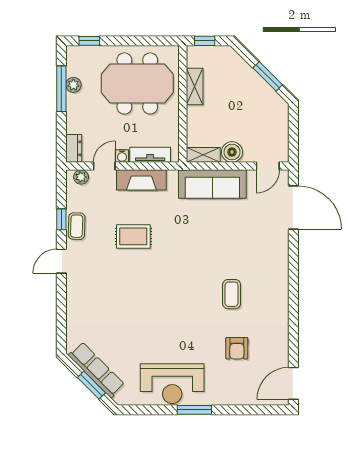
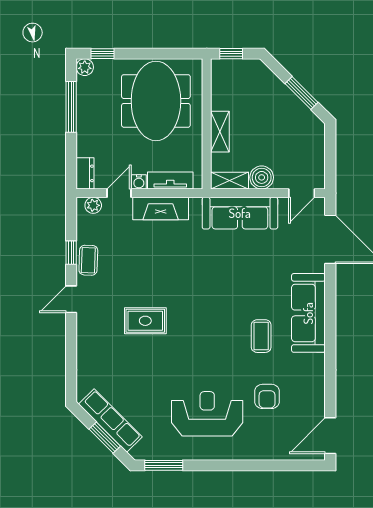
meeting table: (137, 83) -> (156, 101), turned 90
plant: (73, 85) -> (85, 67), moved
shelving: (195, 86) -> (220, 132), moved
rug: (133, 236) -> (145, 321), moved
sofa: (274, 273) -> (308, 313), added
reception desk: (172, 384) -> (207, 414), moved, turned 180
window: (194, 410) -> (164, 465), moved

